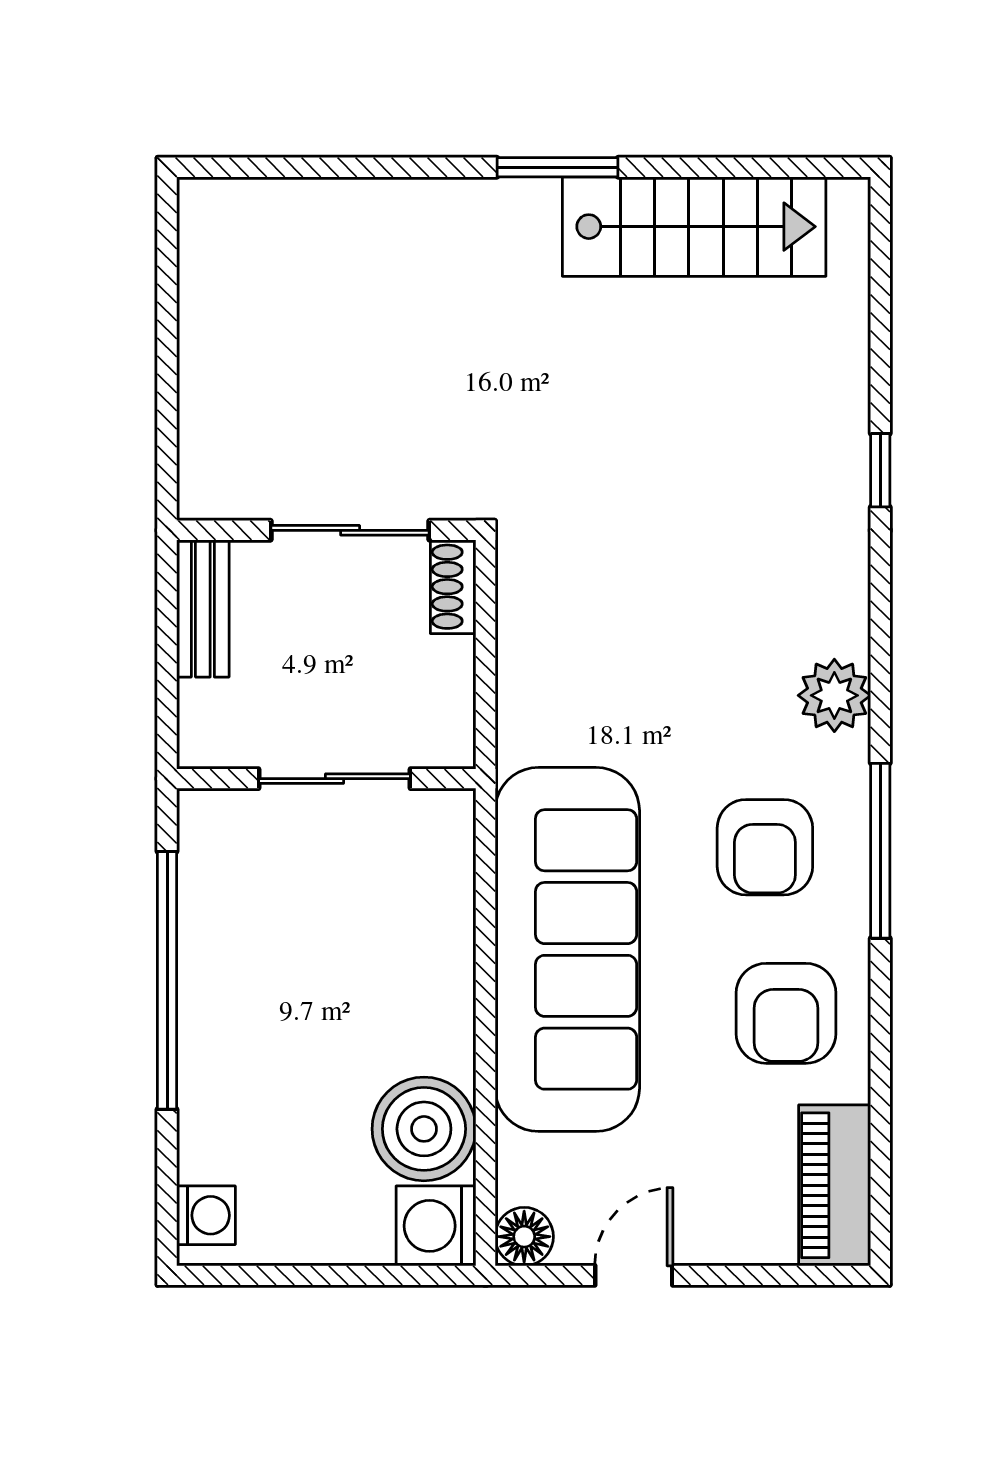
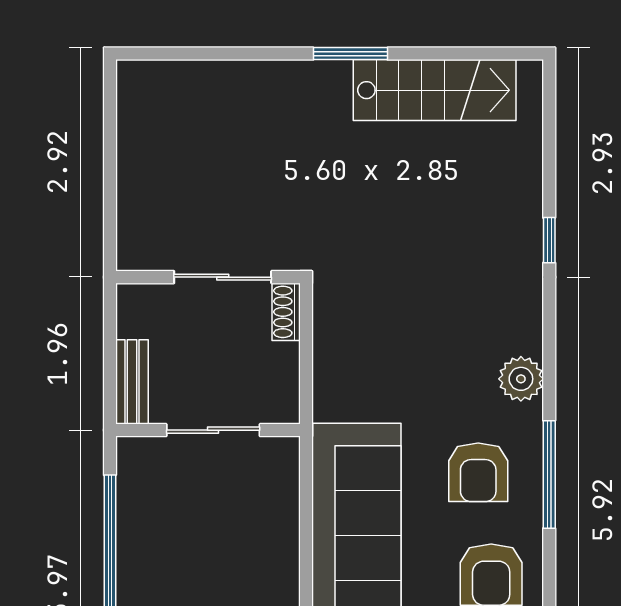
bench: (203, 608) -> (132, 382), moved

